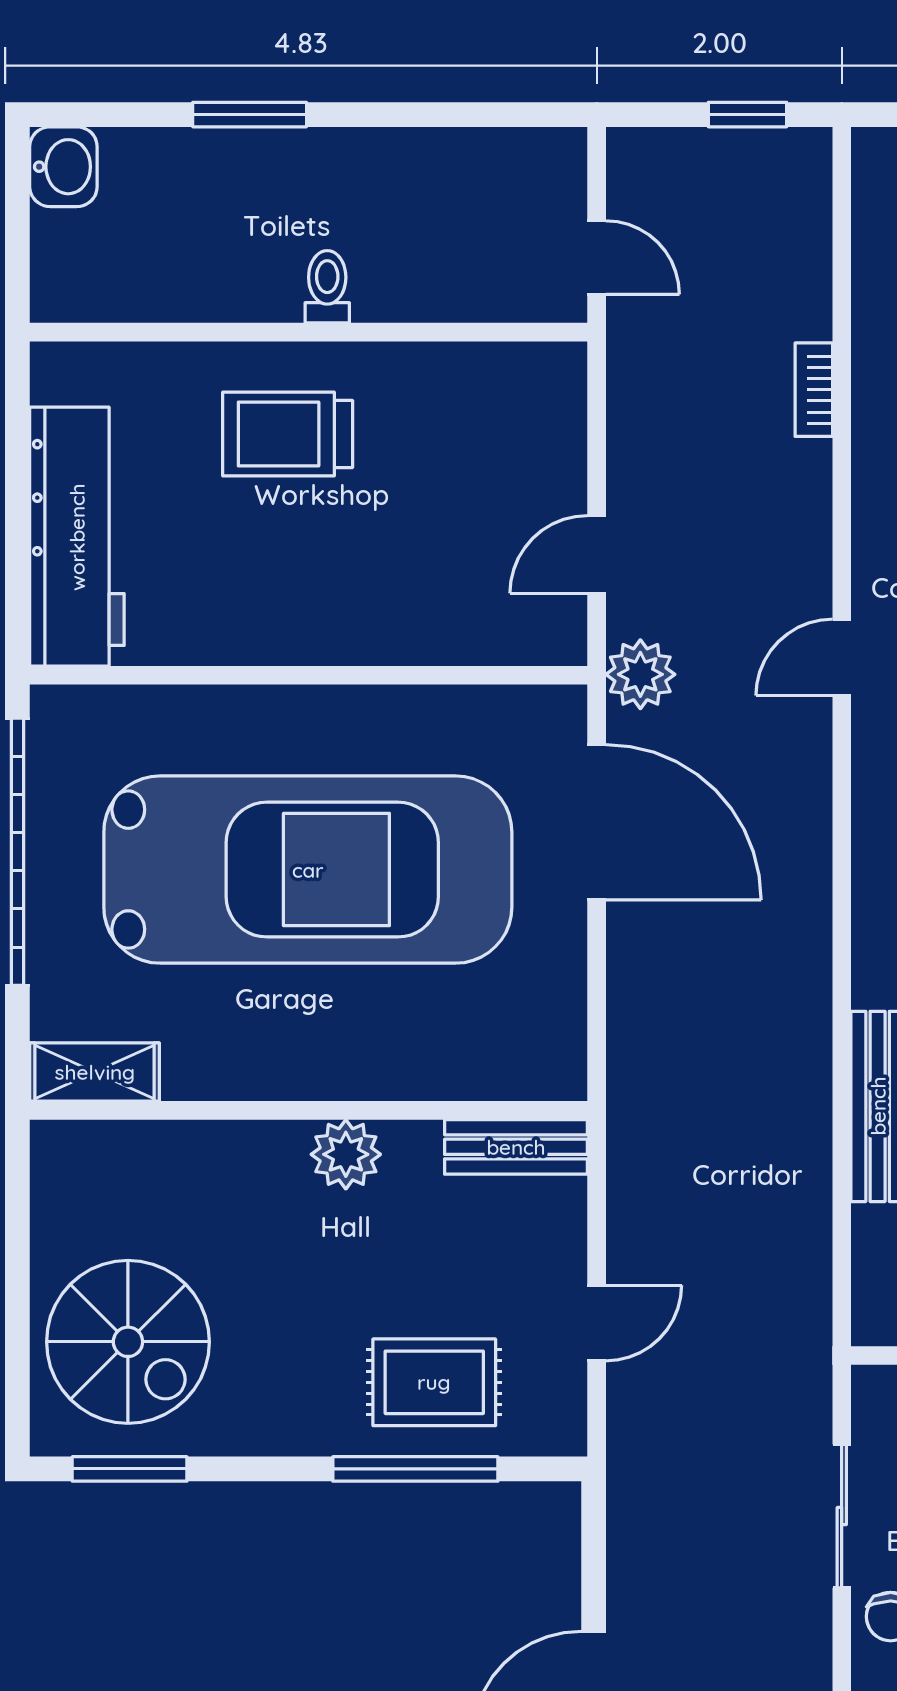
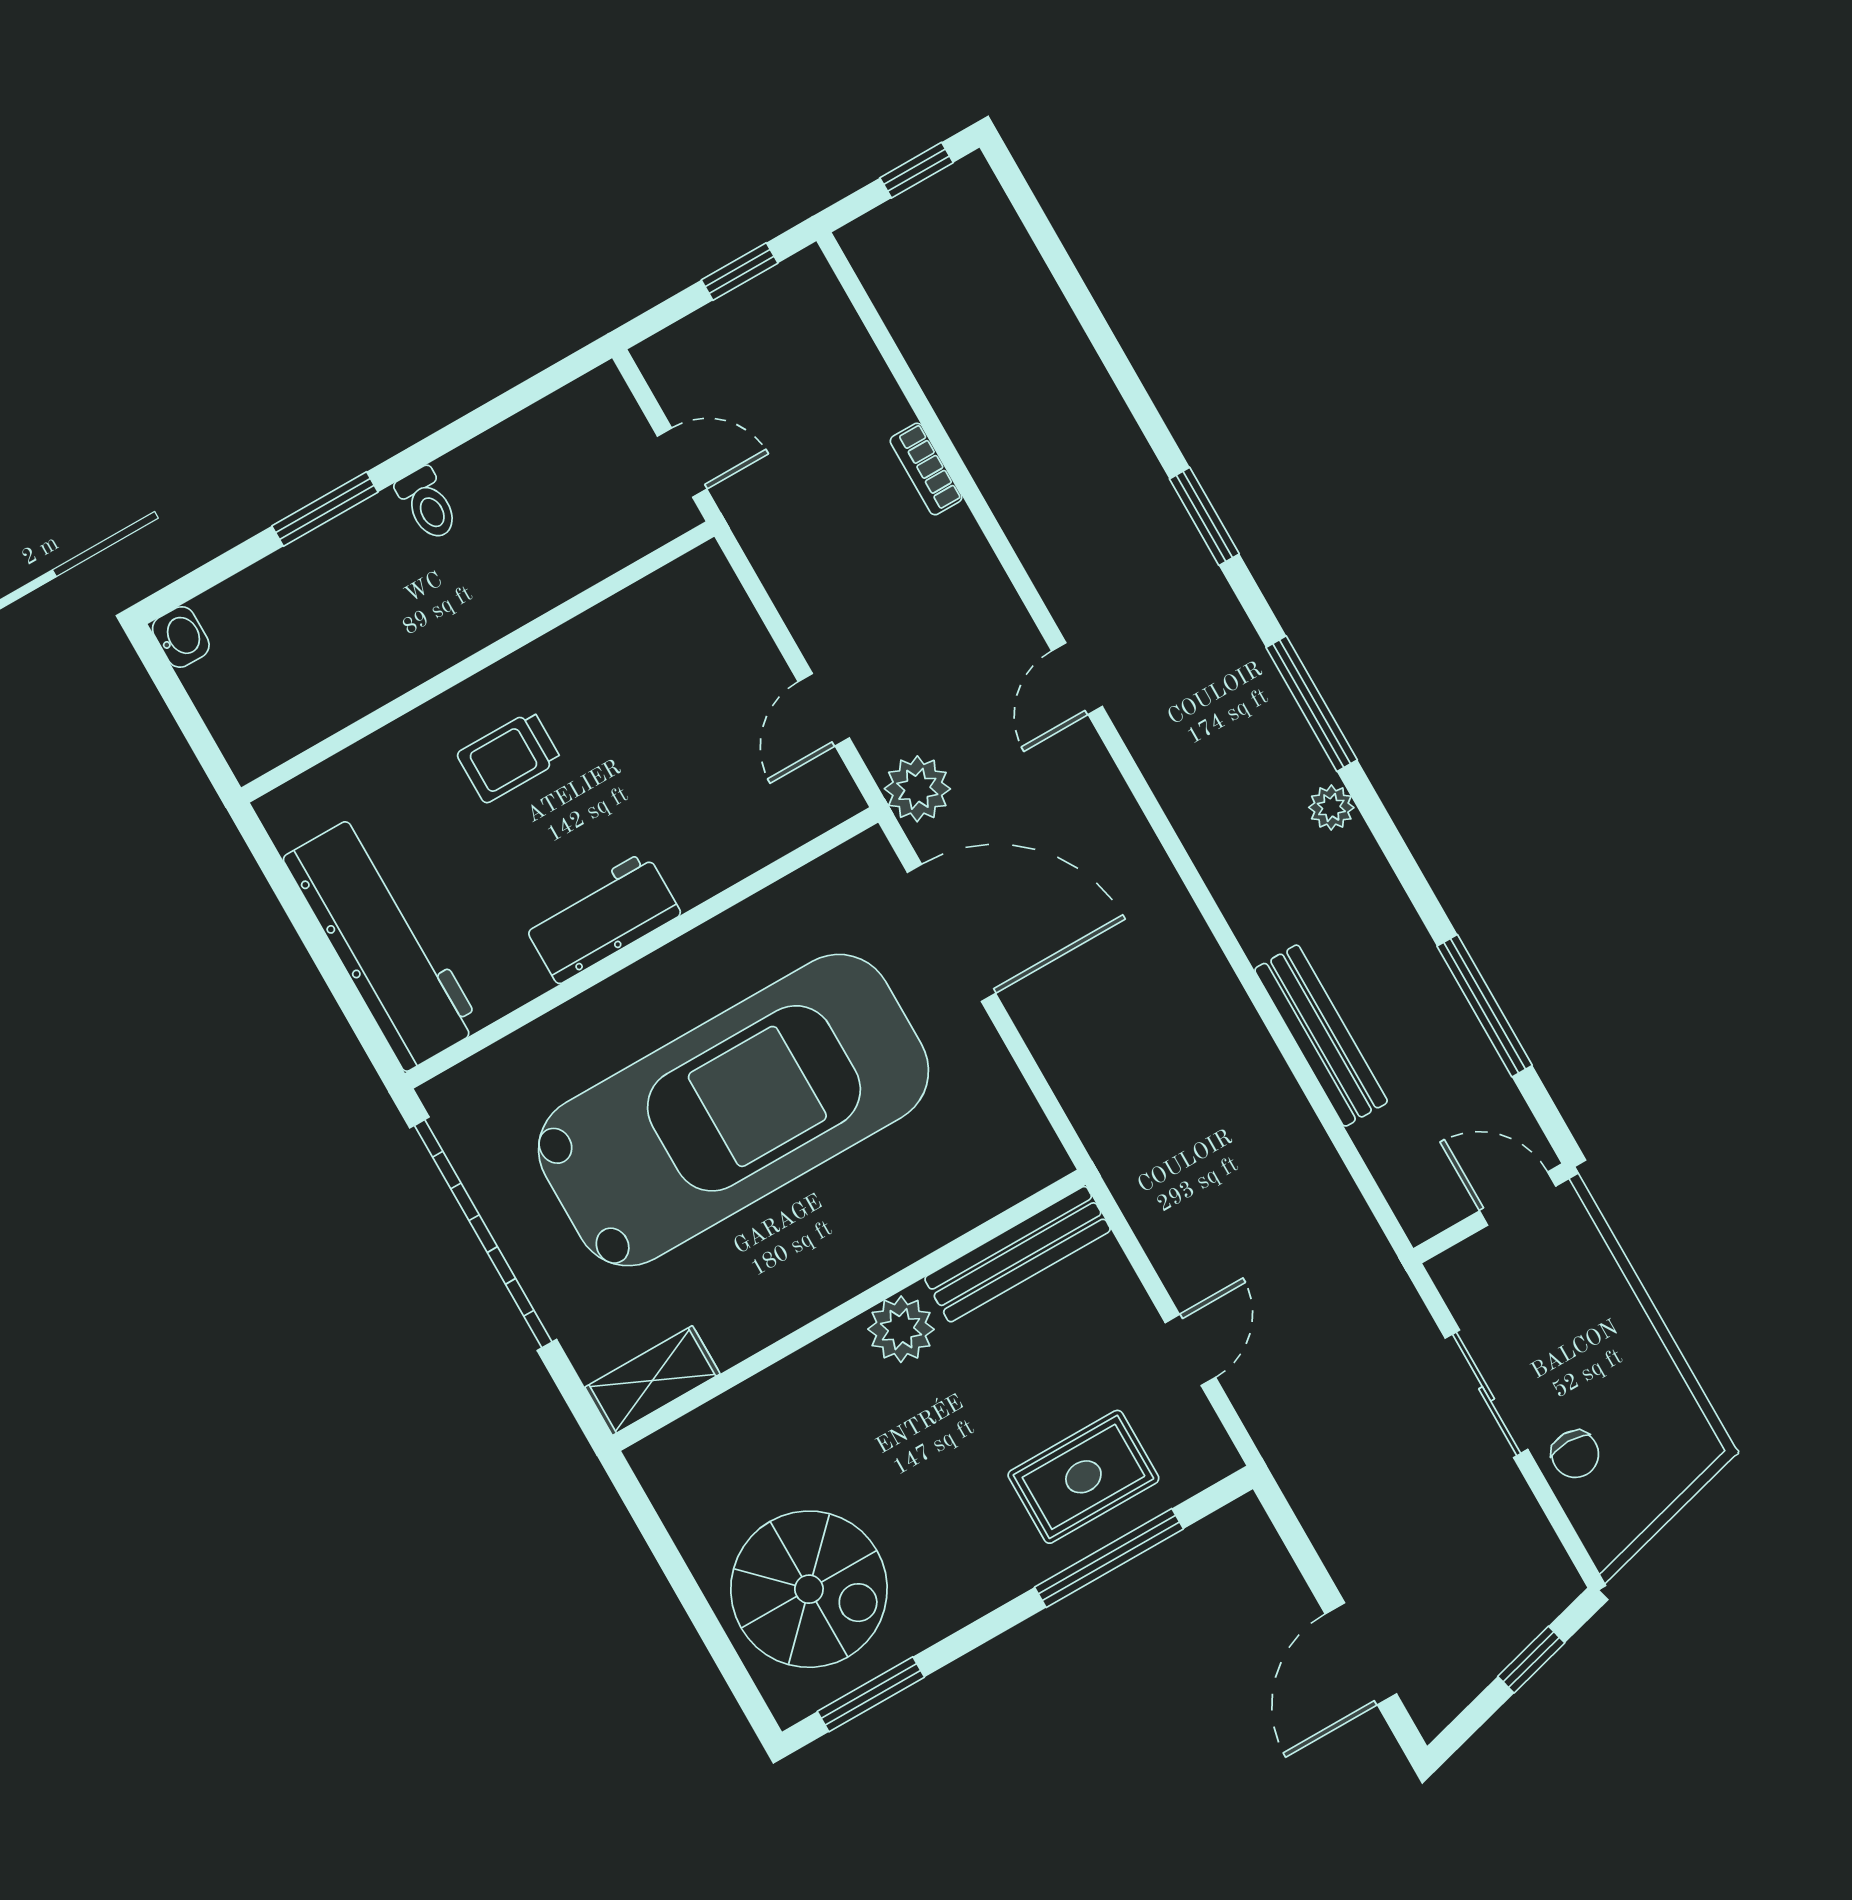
washbasin: (63, 167) -> (181, 637), width x0.72, depth x0.69
toilet: (327, 287) -> (427, 504), moved, turned 180
trolley: (288, 434) -> (509, 757), width x0.73, depth x0.72
workbench: (288, 627) -> (602, 918), added
bench: (516, 1147) -> (1018, 1254), width x1.36

